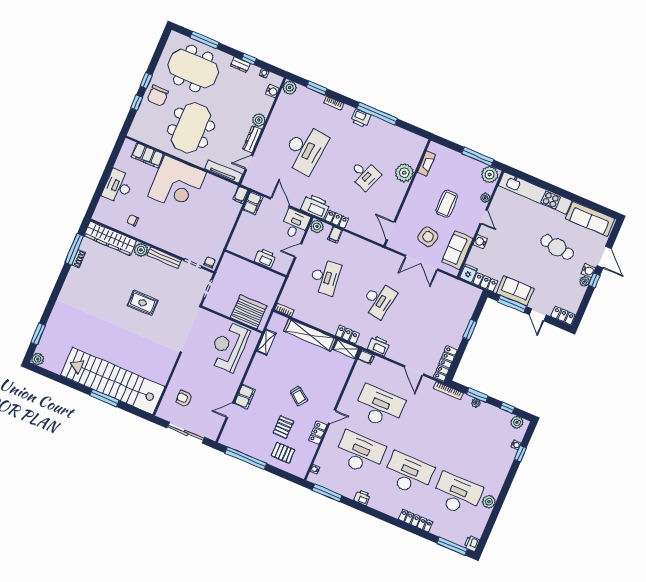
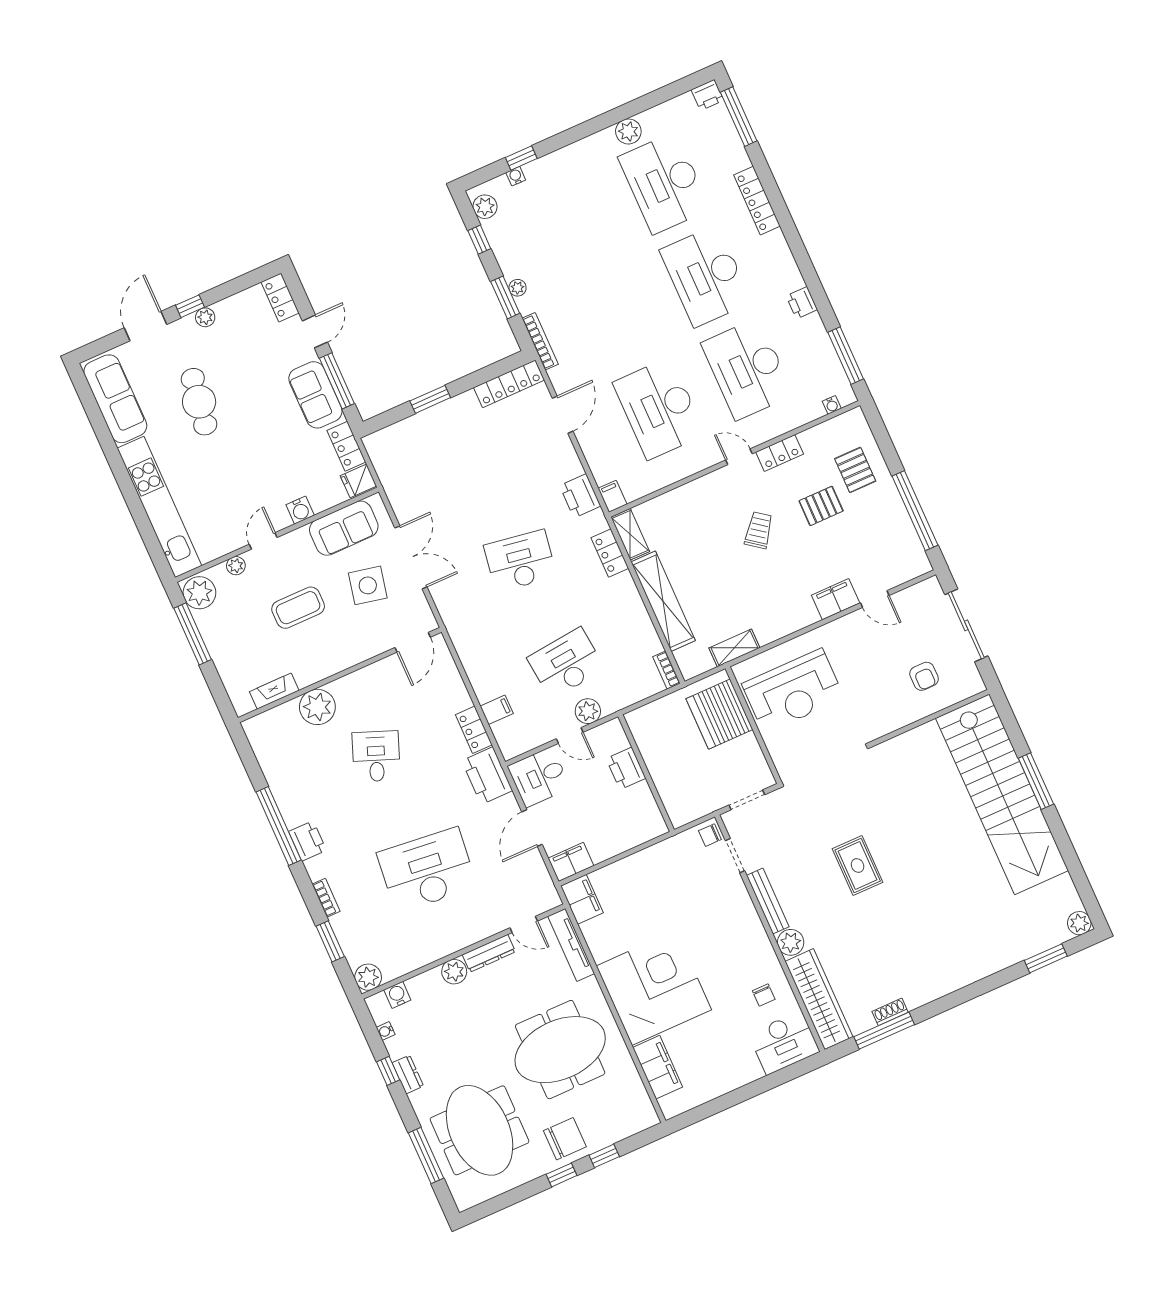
desk: (118, 186) -> (784, 1043), moved
filing cabinet: (241, 195) -> (582, 899), width x2.00
plant: (317, 226) -> (588, 711), moved
water cooler: (588, 270) -> (185, 328), removed

